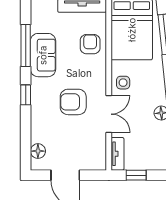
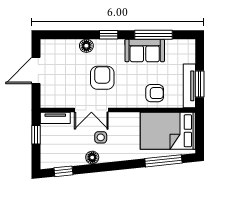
side table: (123, 83) -> (101, 137), moved
floor lamp: (38, 151) -> (86, 46), moved

